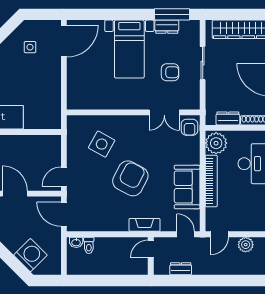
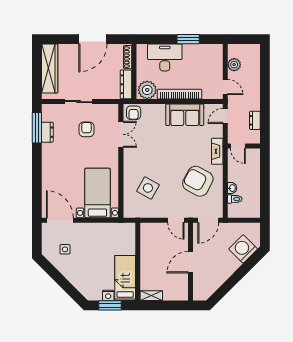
bed with nightstands: (129, 49) -> (97, 193), moved, turned -90
dresser: (228, 118) -> (126, 84), width x1.44
armchair: (190, 127) -> (134, 113), turned 90
armchair: (130, 178) -> (198, 181), moved
washbasin: (76, 242) -> (232, 188), moved

